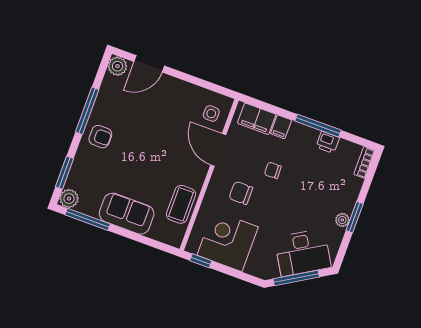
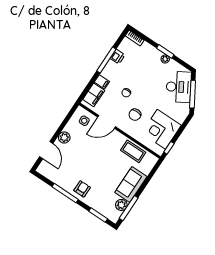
plant: (117, 66) -> (64, 137), moved
plant: (69, 199) -> (121, 205), moved

